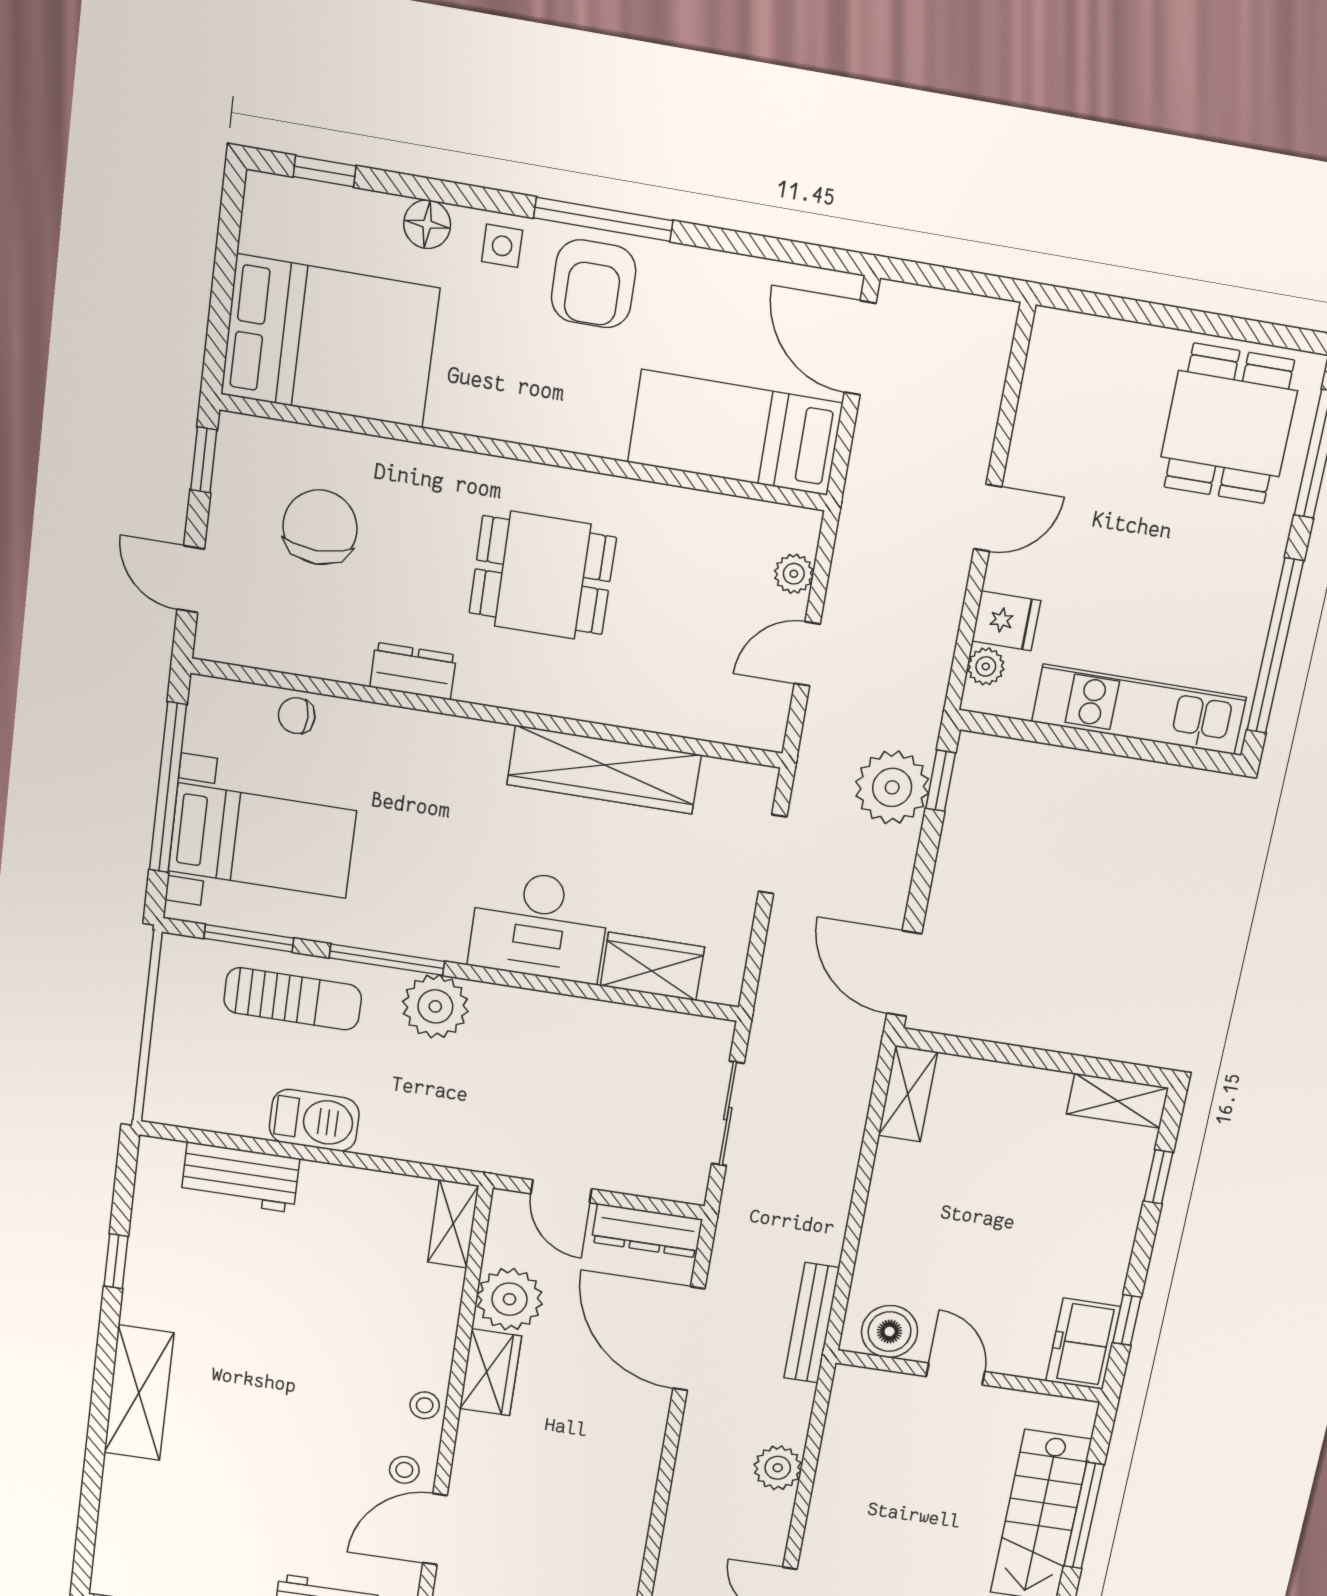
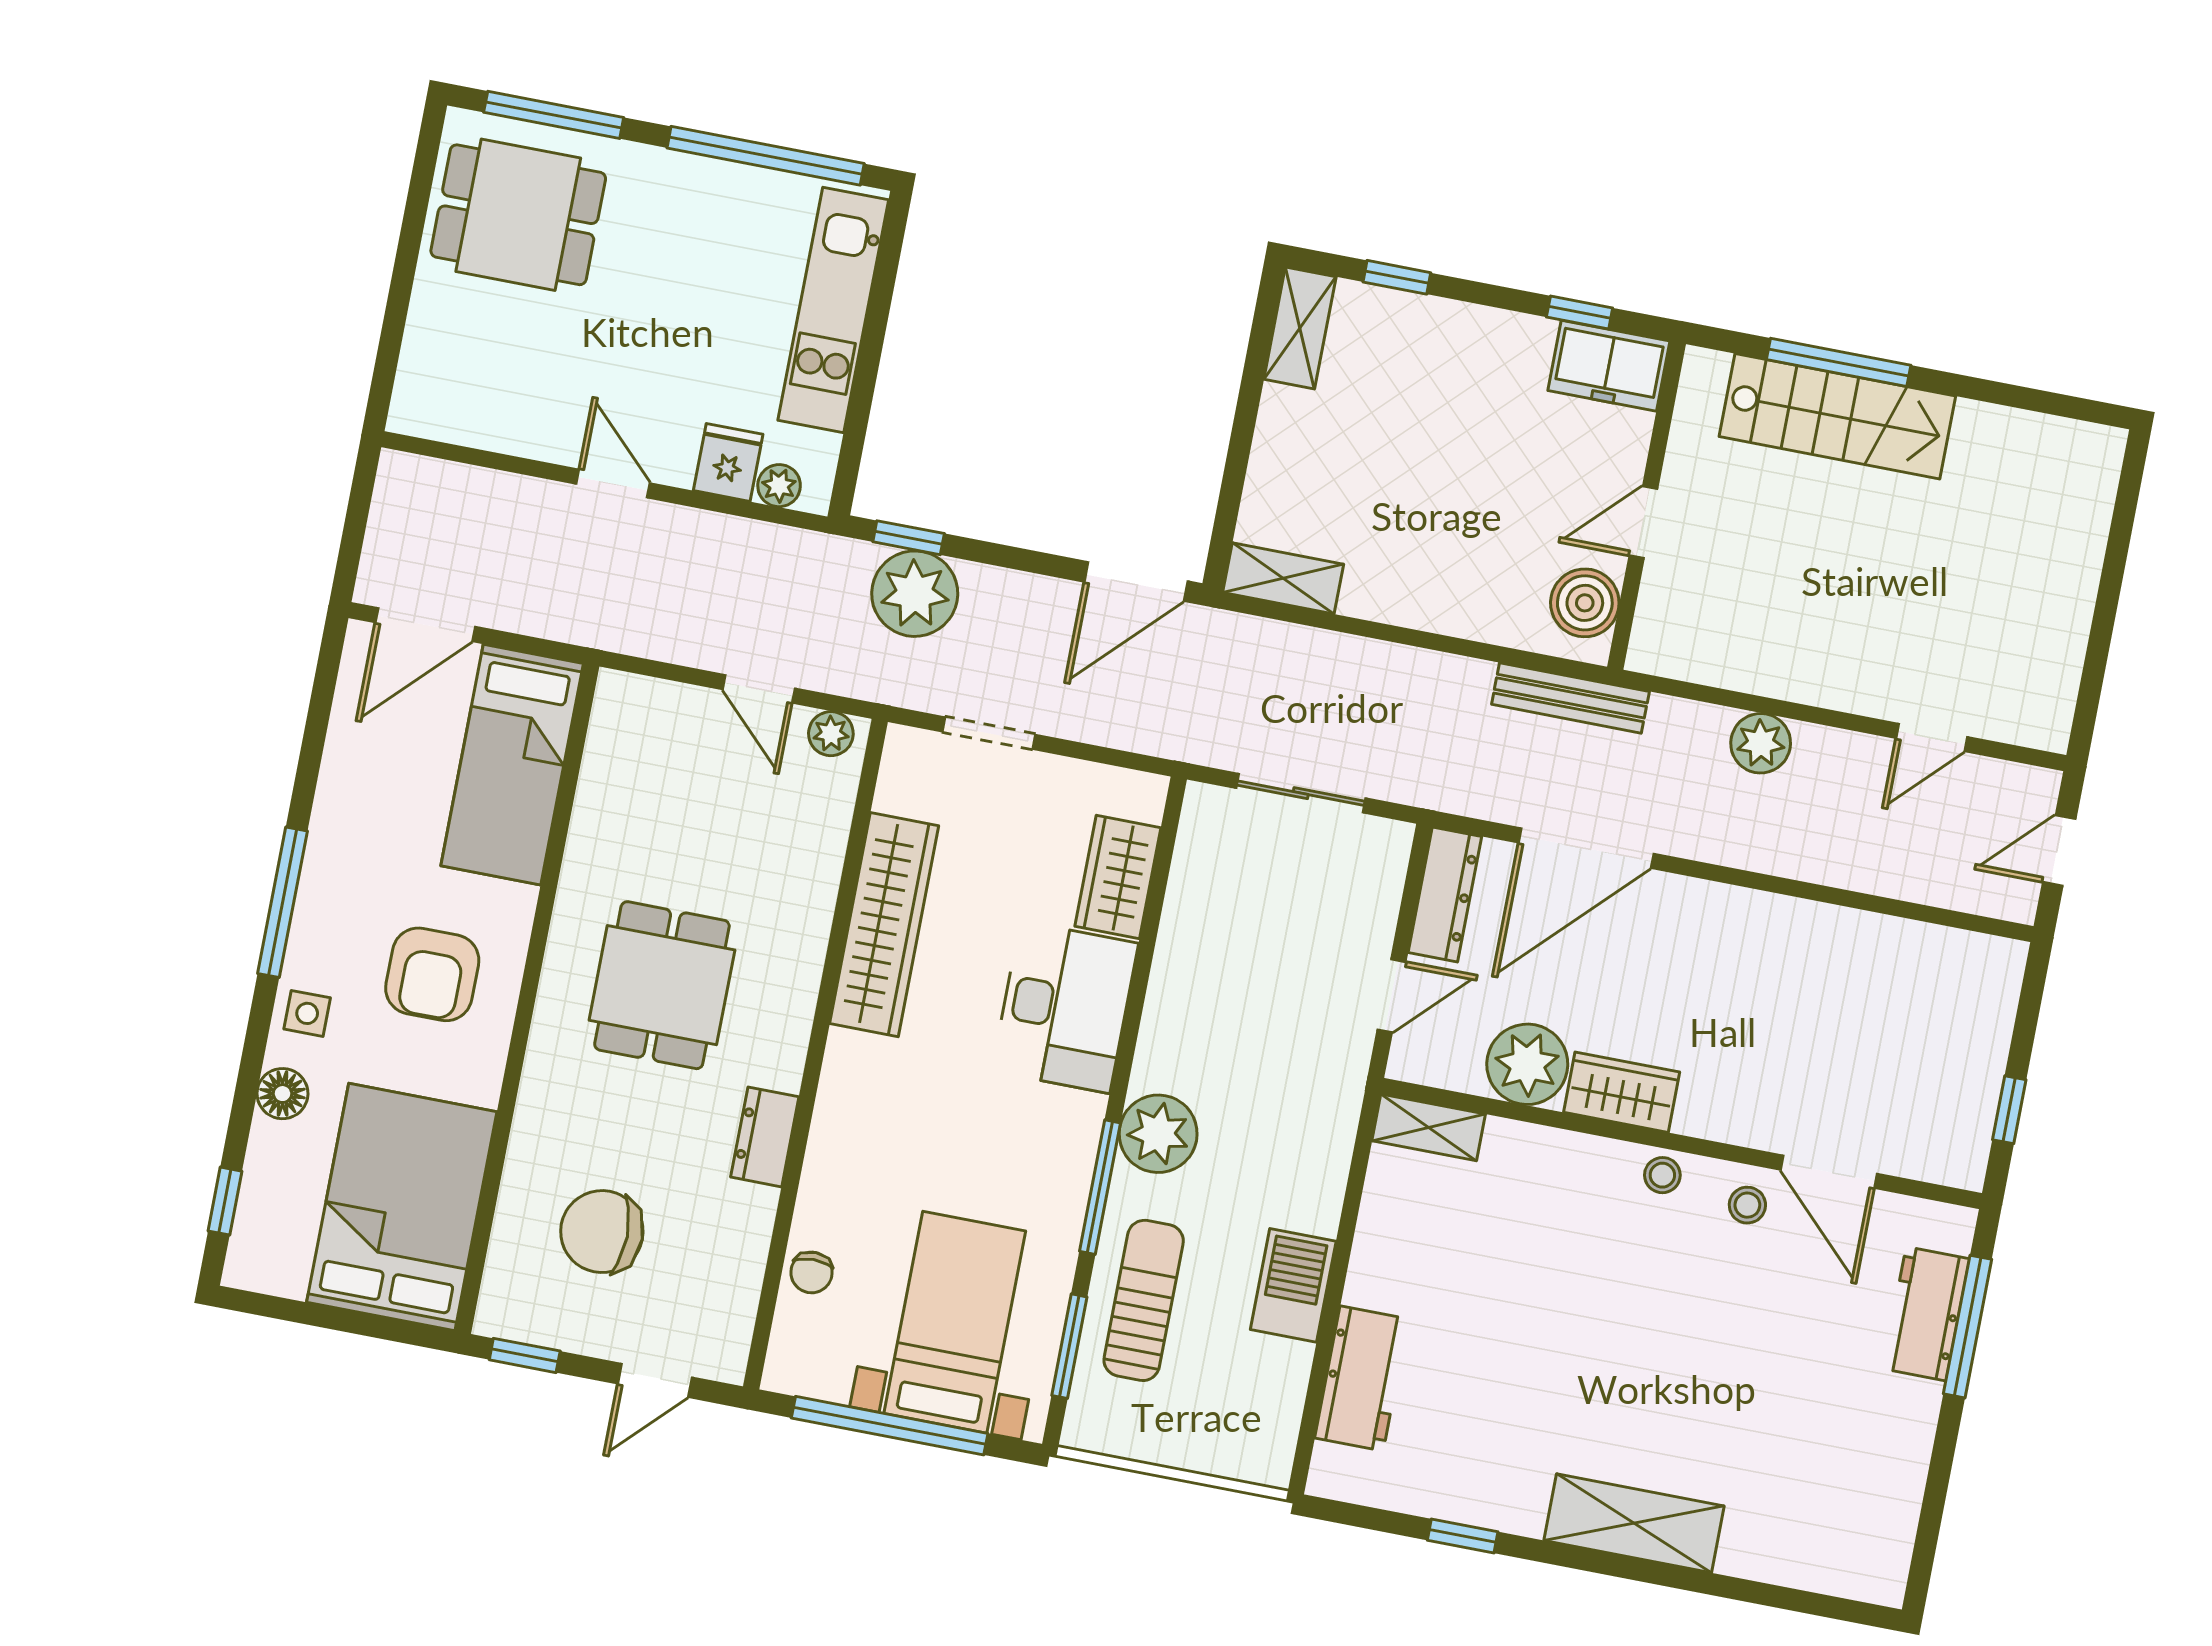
armchair: (593, 284) -> (432, 974), moved, turned 90
plant: (794, 574) -> (831, 734), moved

